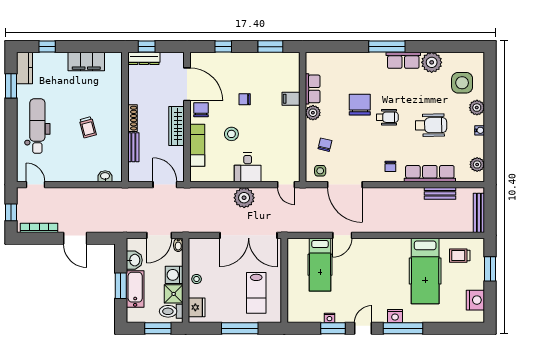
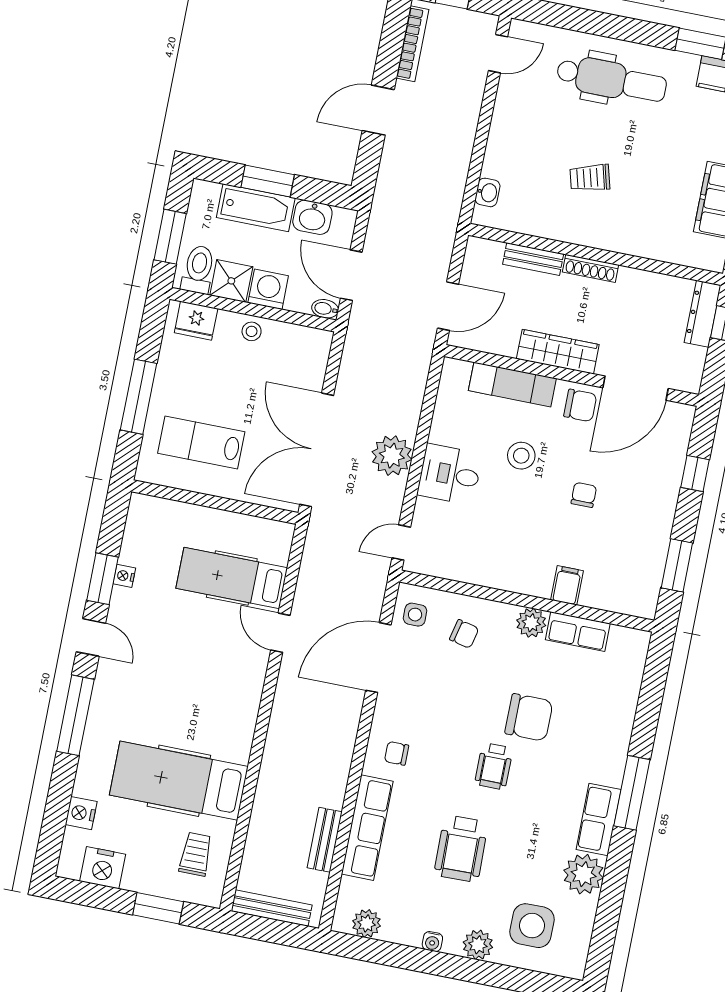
nightstand: (395, 316) -> (81, 813), moved

